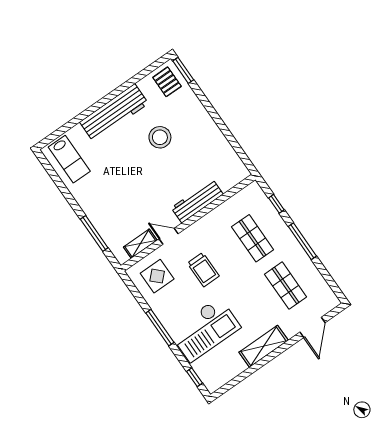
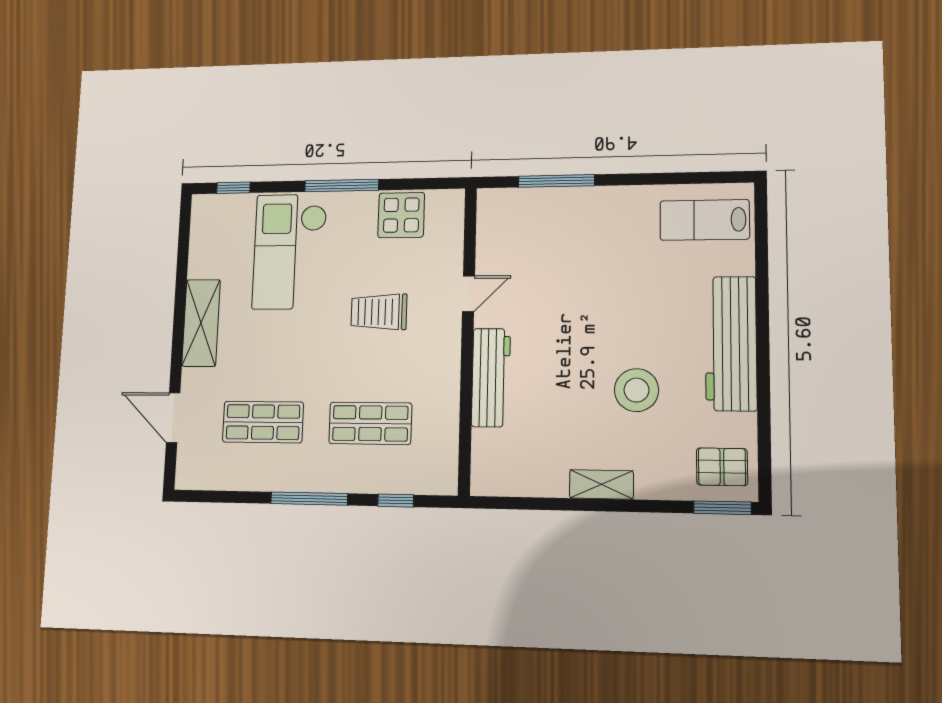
shelving: (140, 244) -> (601, 484), moved, turned 90
display table: (157, 276) -> (401, 215), moved

